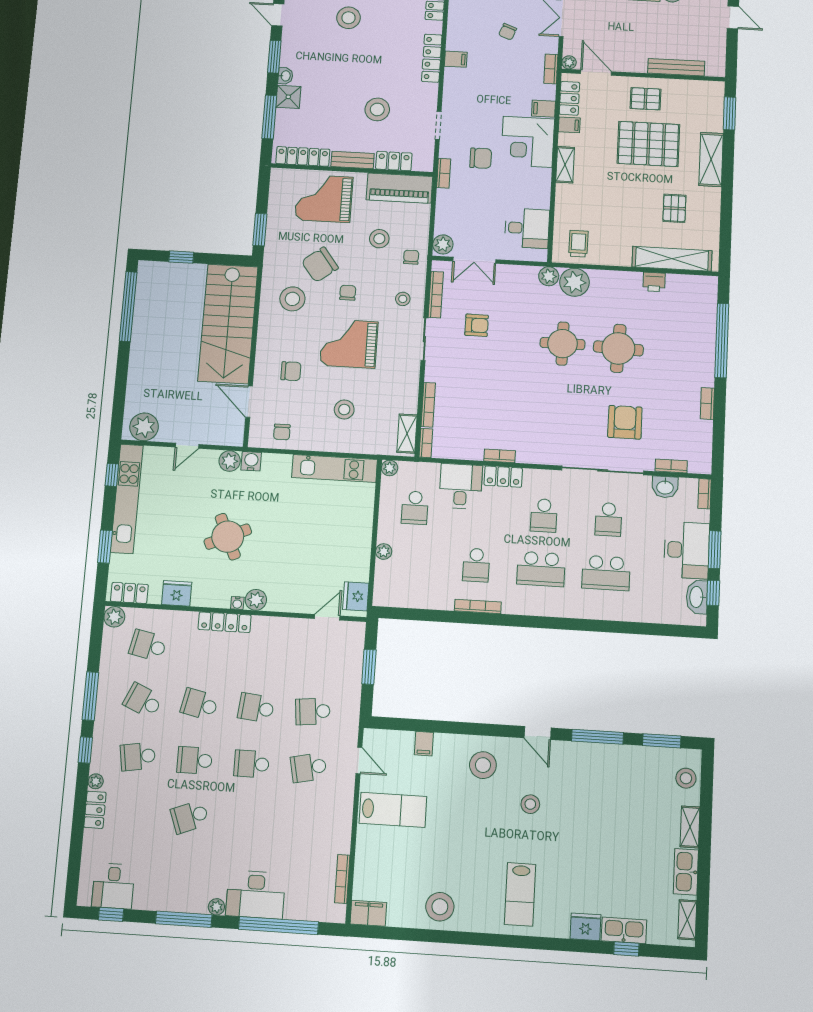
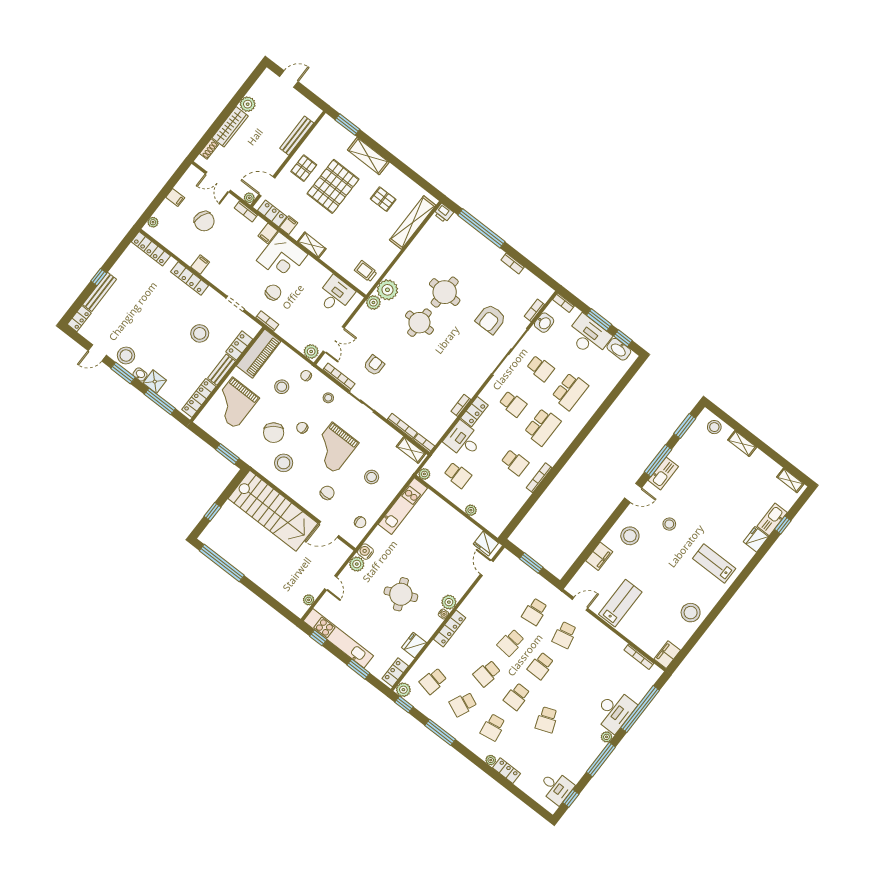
stool: (348, 18) -> (126, 355), moved
chair: (508, 32) -> (204, 221), width x1.87, depth x1.87
printer: (654, 282) -> (443, 213), moved, turned 90
armchair: (625, 422) -> (491, 319), turned -90
plant: (144, 427) -> (309, 600), width x0.53, depth x0.53
filing cabinet: (424, 744) -> (599, 556), width x2.00
window: (85, 750) -> (404, 704), moved
kitchen sink: (686, 872) -> (663, 473), moved, turned -90
lab bench: (520, 894) -> (714, 563), turned 180

